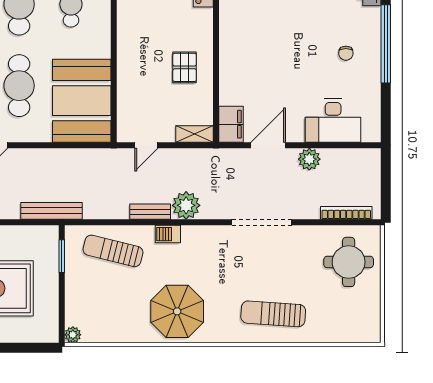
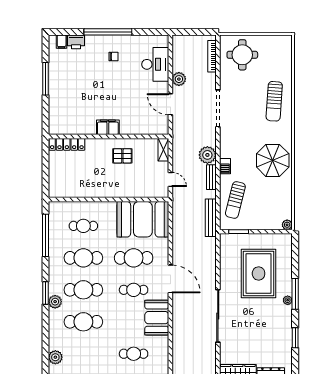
filing cabinet: (231, 124) -> (108, 127), moved
bench: (52, 211) -> (211, 218), moved

